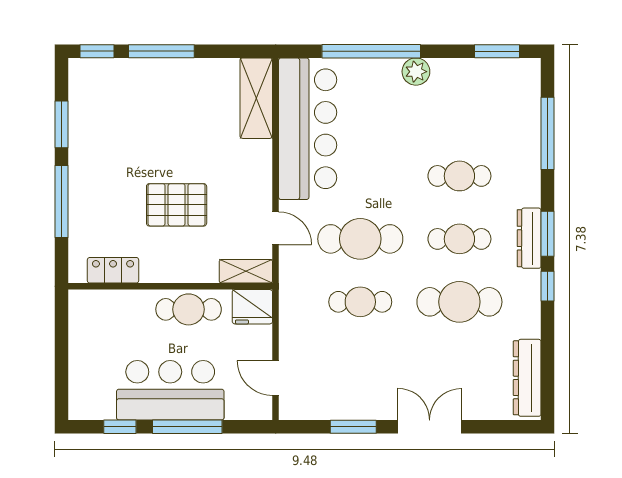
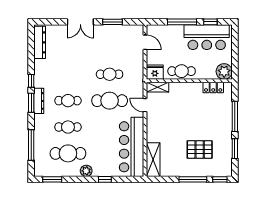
window: (371, 51) -> (105, 179), width x0.32
pallet: (177, 205) -> (200, 149), moved
cafe table: (459, 302) -> (68, 153), moved
plant: (87, 308) -> (224, 71), added
bar counter: (170, 390) -> (207, 37), moved

